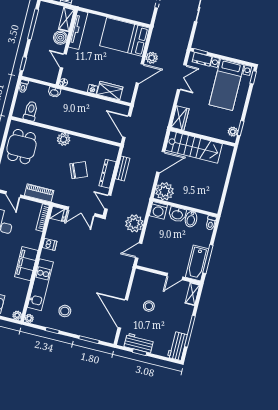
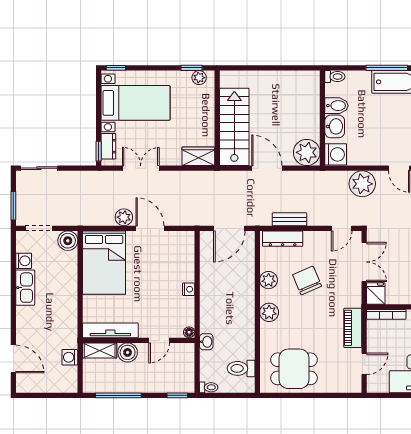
boiler: (145, 16) -> (68, 241), added
wardrobe: (110, 91) -> (185, 265), removed
plant: (85, 144) -> (269, 280), added
dresser: (108, 174) -> (283, 239), moved

